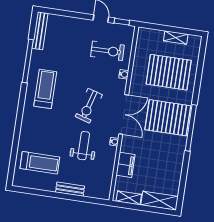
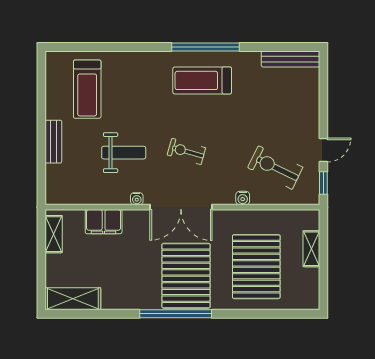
shelving: (176, 38) -> (311, 249), moved
exercise bike: (107, 51) -> (275, 167), turned 117
window: (28, 61) -> (206, 47), moved
treadmill: (45, 89) -> (202, 80), turned 180
exercise bike: (89, 106) -> (186, 151), width x0.73, depth x0.72
shelving: (159, 201) -> (73, 299), moved, turned 90

